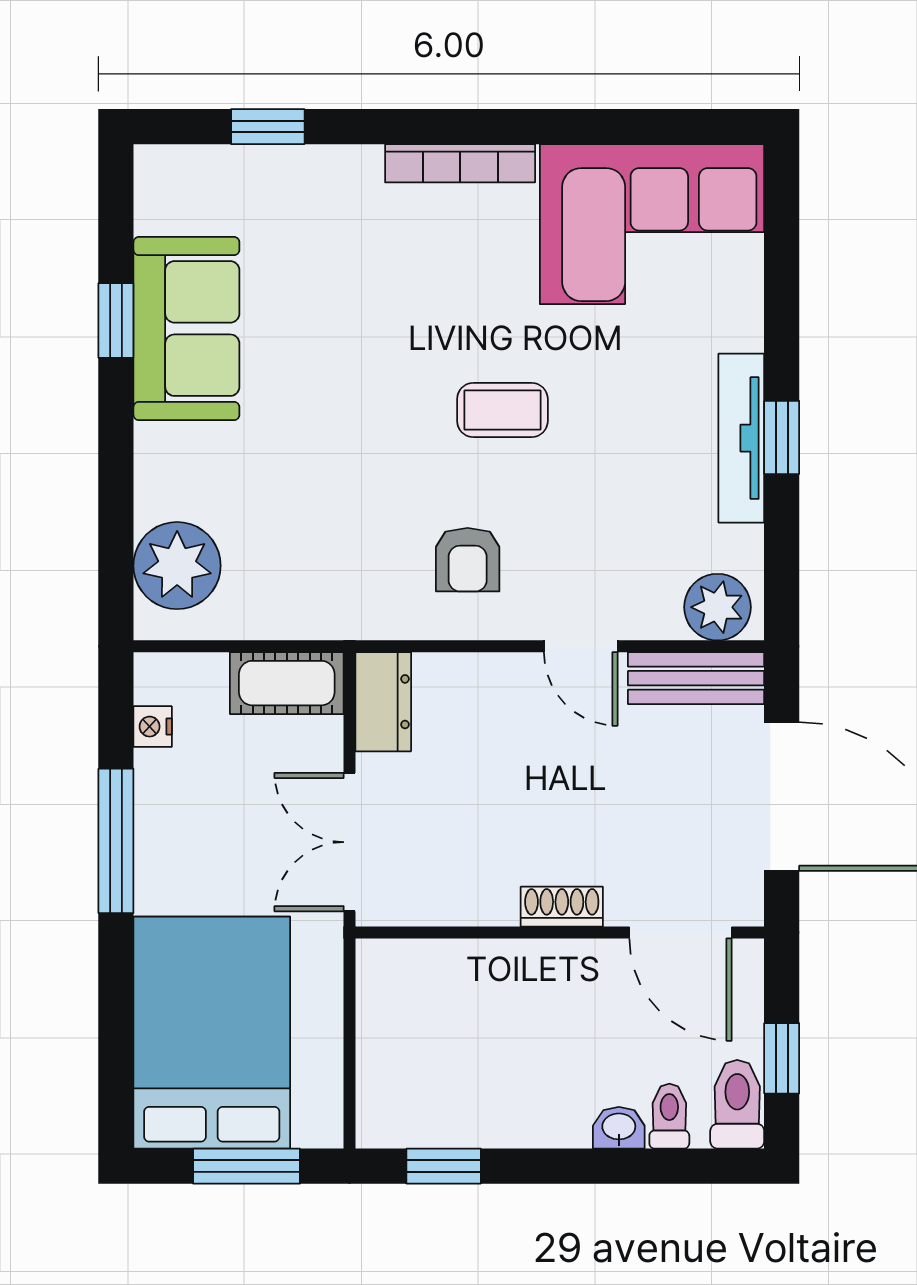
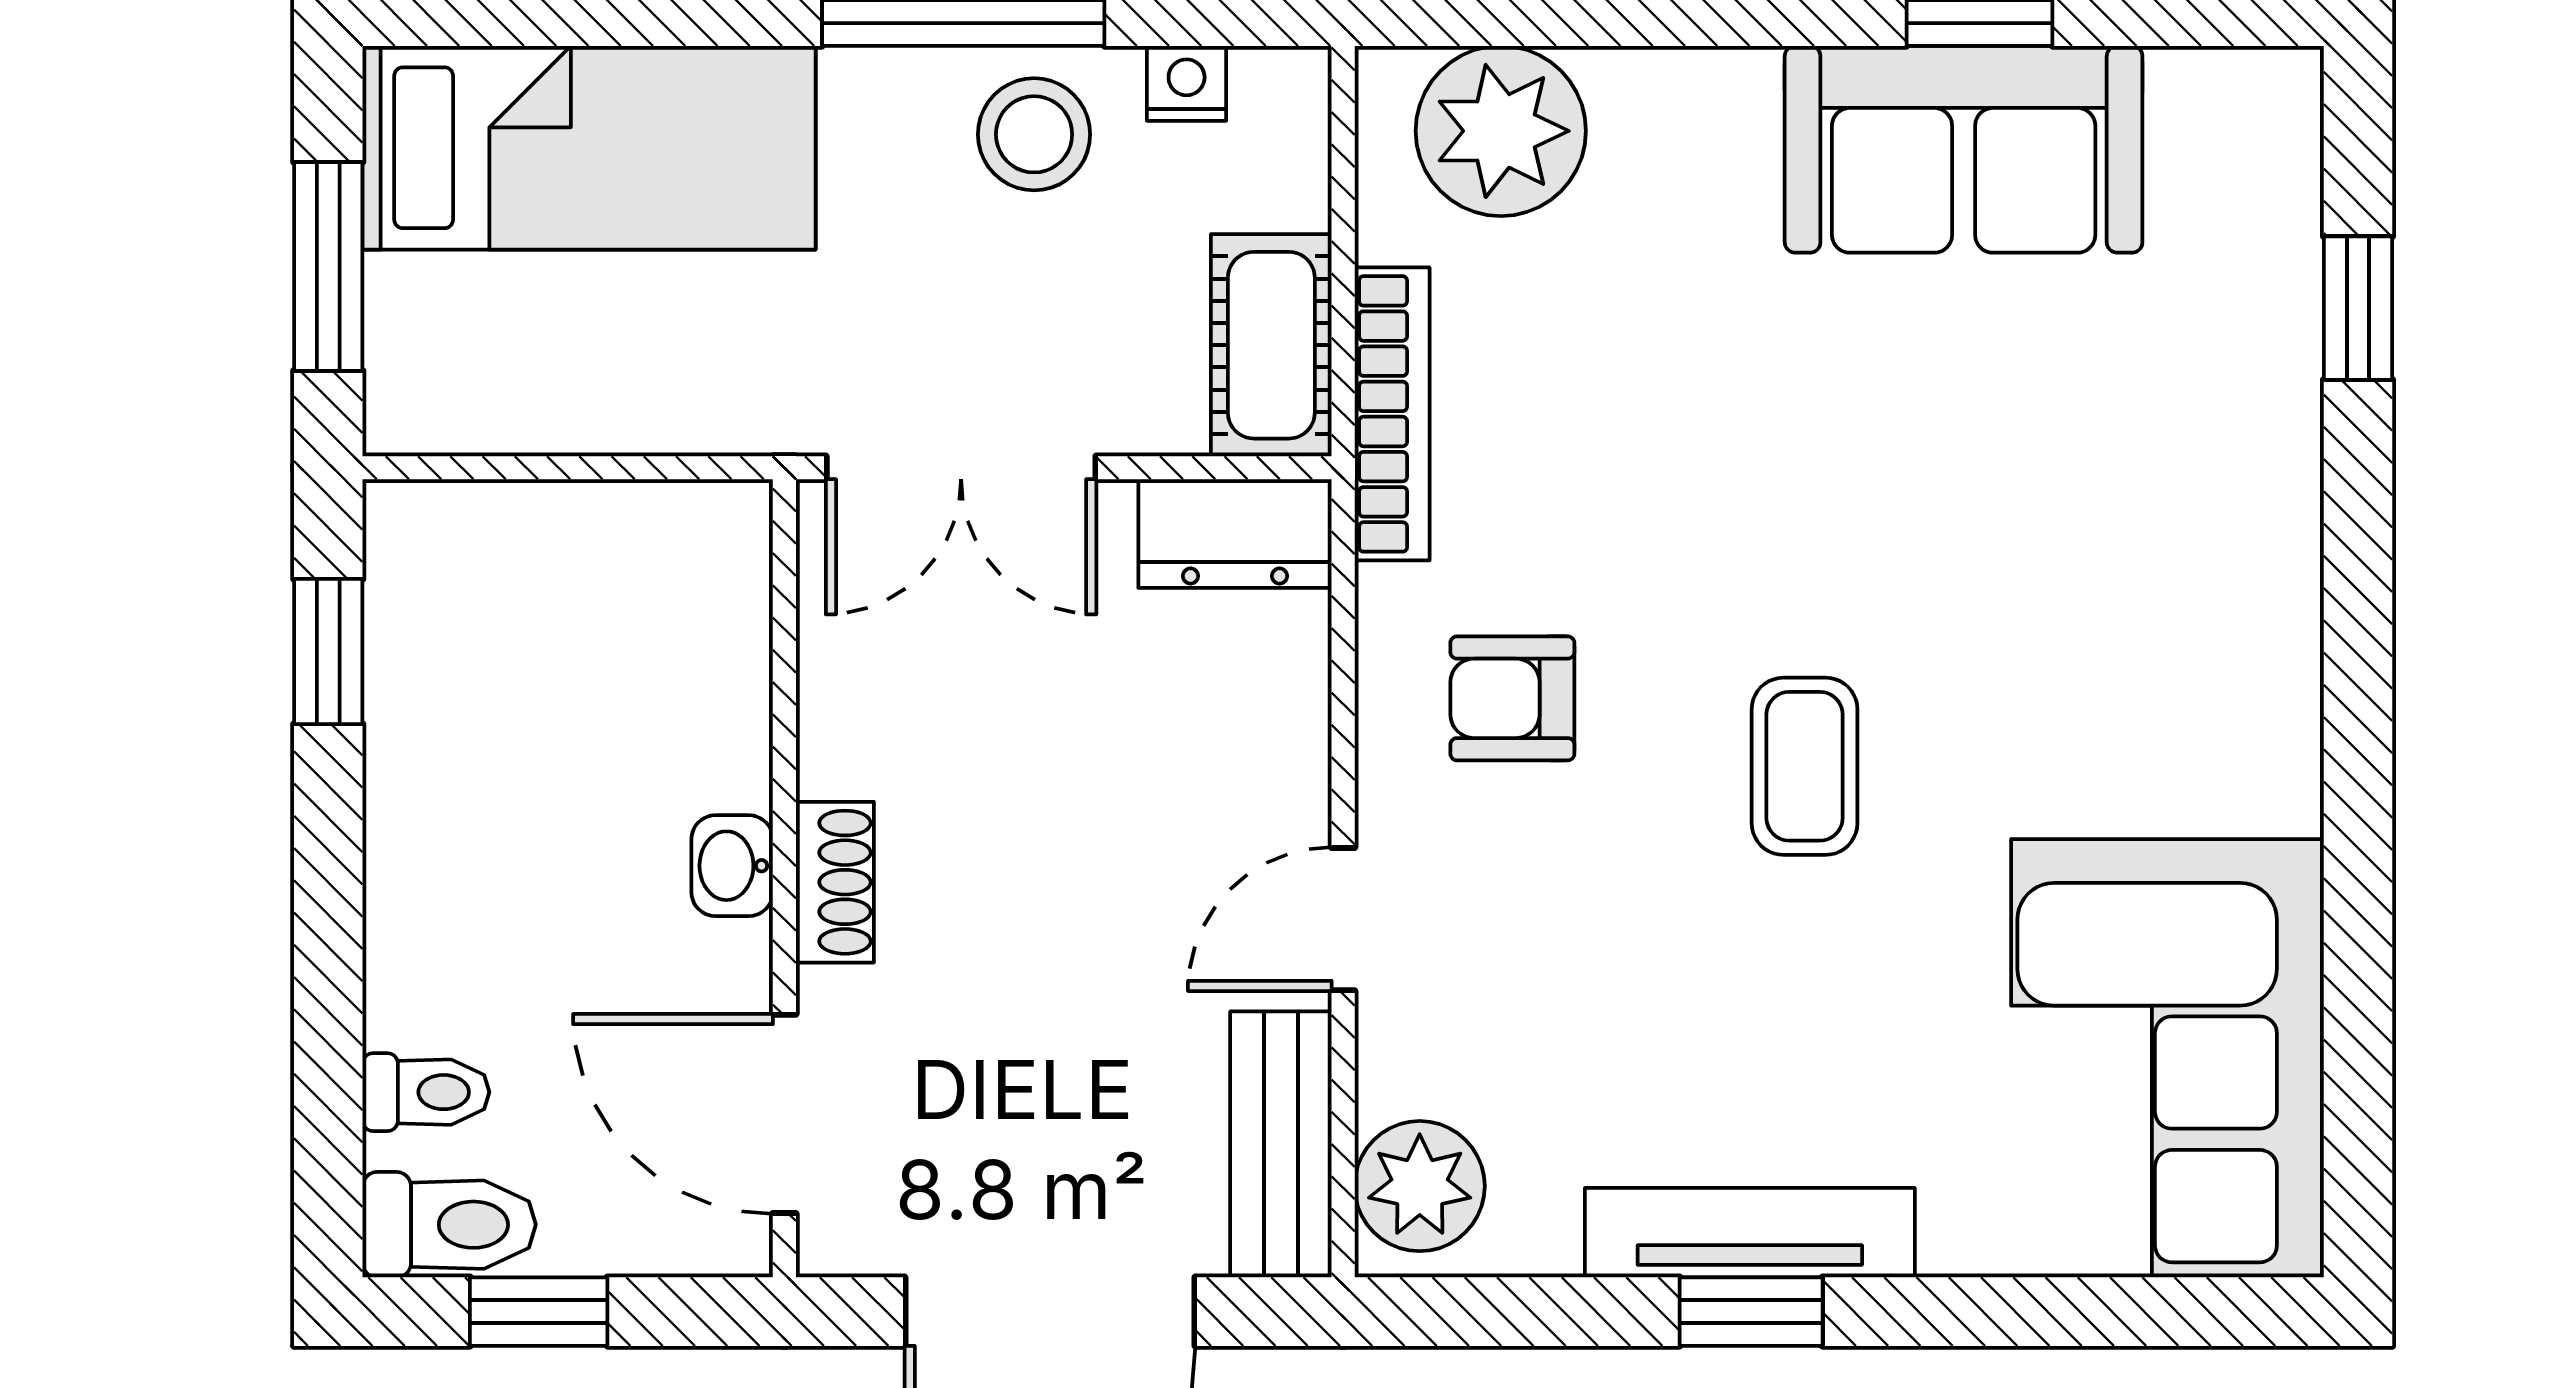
bookcase: (460, 163) -> (1392, 414), moved, turned 180
stool: (179, 805) -> (1034, 134), added
double door: (350, 842) -> (961, 468), swing flipped
door: (680, 933) -> (784, 1114), hinge flipped
bed: (212, 1033) -> (589, 148), width x0.67
washbasin: (619, 1128) -> (732, 866), moved, turned 180

